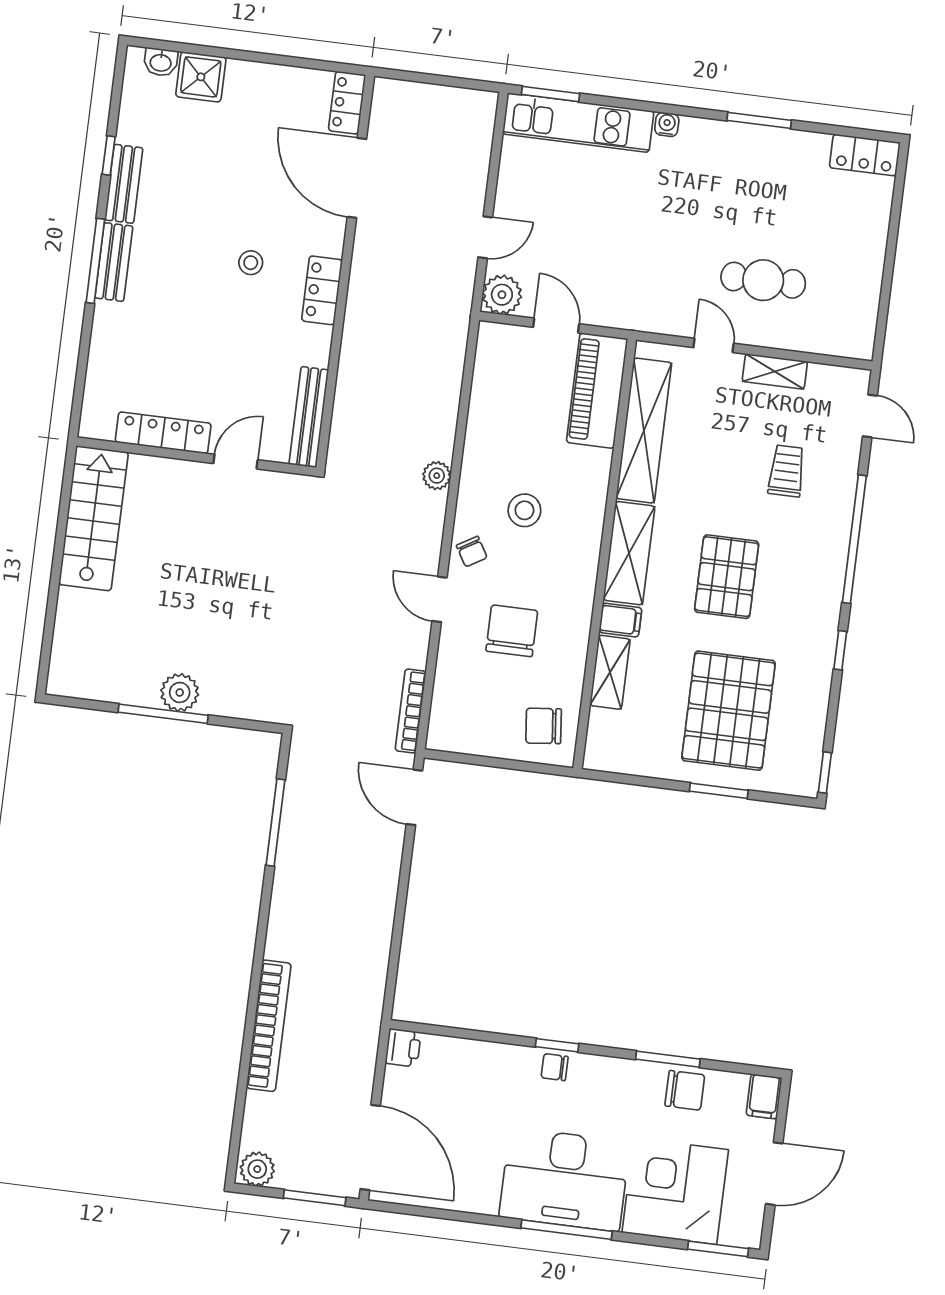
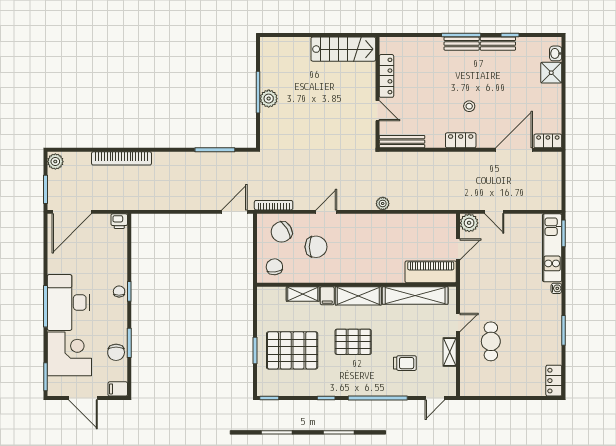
stool: (524, 510) -> (372, 246), removed
chair: (472, 552) -> (282, 232), moved, width x1.87, depth x1.87

